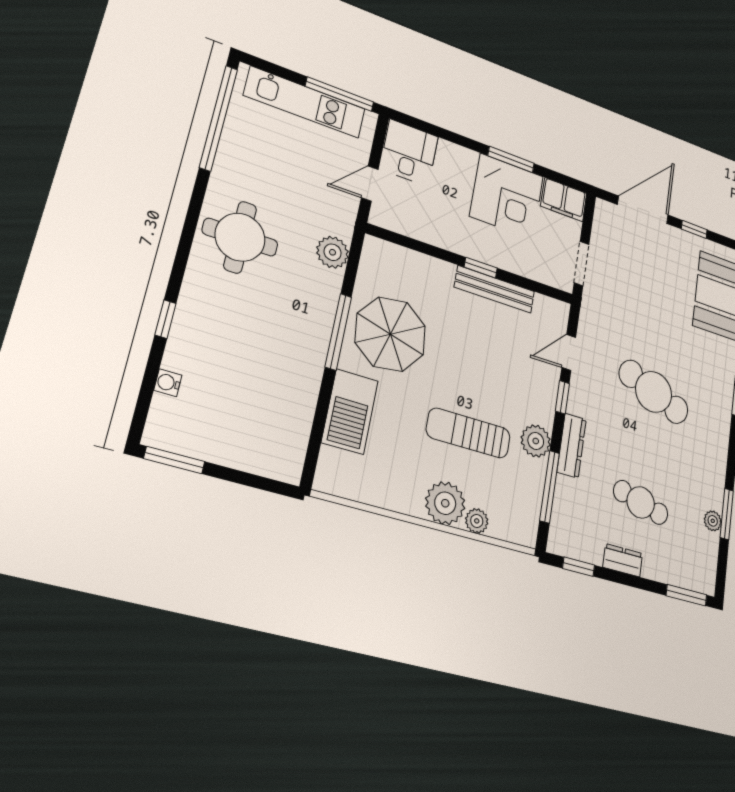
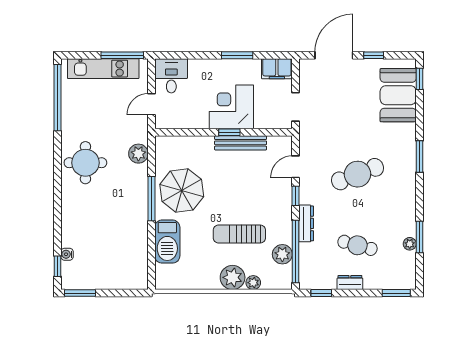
corner desk: (507, 196) -> (231, 107), moved, turned 180
window: (166, 319) -> (58, 266), moved
cafe table: (654, 392) -> (357, 174), turned -42
plant: (536, 441) -> (282, 254), moved
window: (550, 487) -> (296, 252), width x1.46

